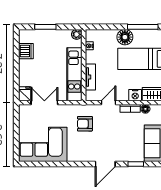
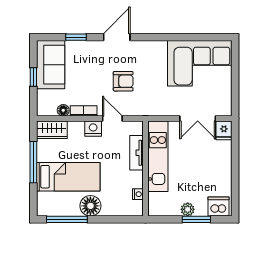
plant: (77, 34) -> (188, 209), moved
dishwasher: (26, 51) -> (219, 207), moved, turned 90
nightstand: (135, 95) -> (93, 129), moved
door: (108, 103) -> (112, 119), swing flipped
armchair: (85, 124) -> (123, 81), moved

